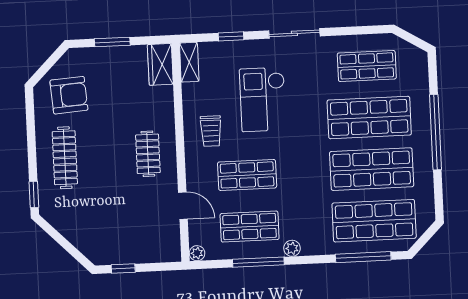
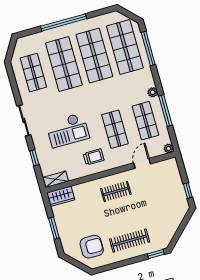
armchair: (69, 95) -> (92, 247), turned 94

